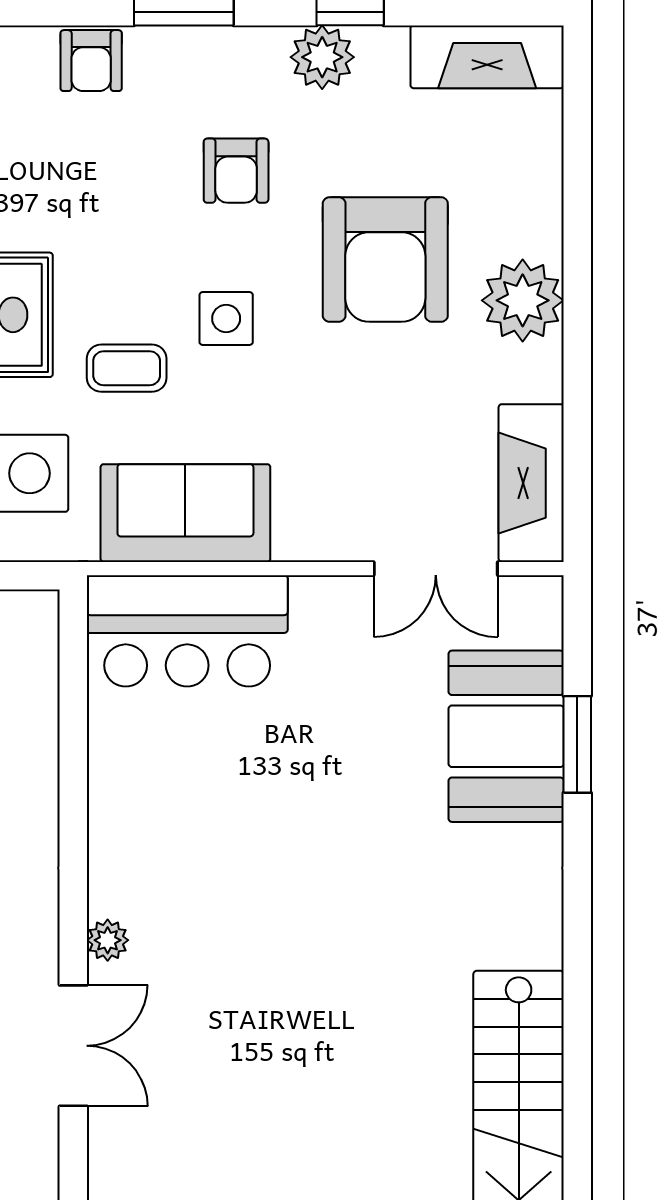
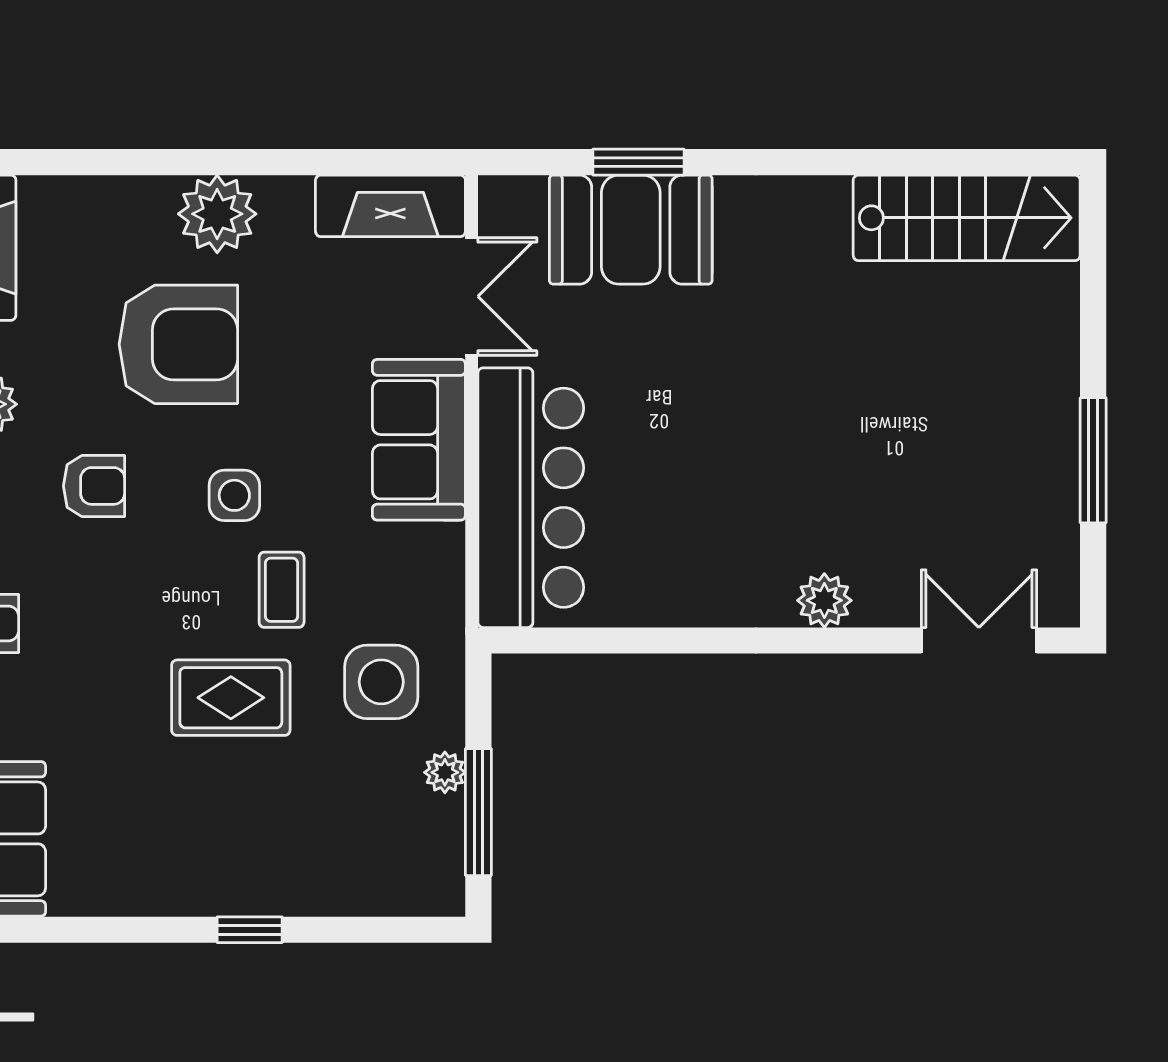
sofa: (185, 513) -> (419, 440), moved
bar counter: (187, 631) -> (531, 498), width x1.36
plant: (108, 940) -> (824, 600), width x1.38, depth x1.38
double door: (73, 1046) -> (979, 640), moved

